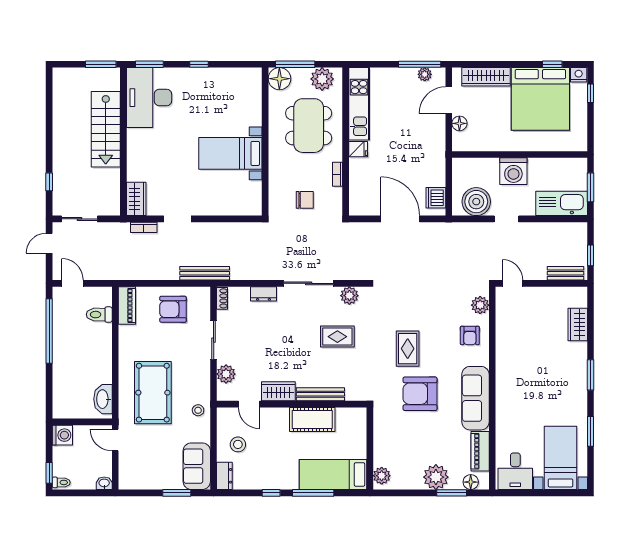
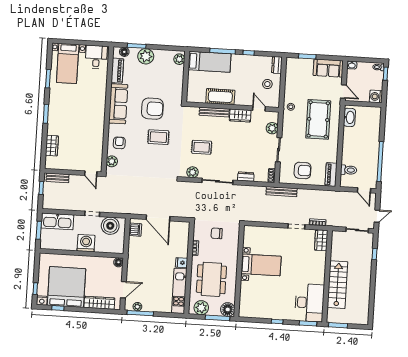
floor lamp: (459, 123) -> (118, 262), moved
rug: (408, 349) -> (158, 137), turned 90
sofa: (197, 466) -> (328, 68), moved, turned 90

